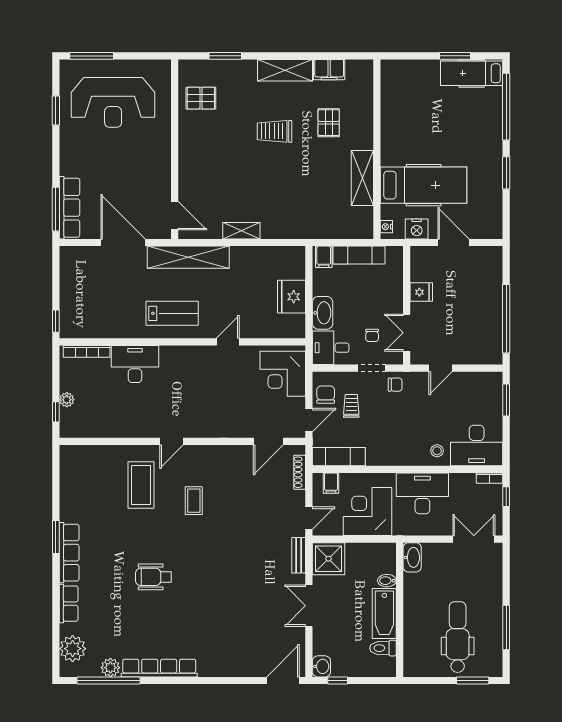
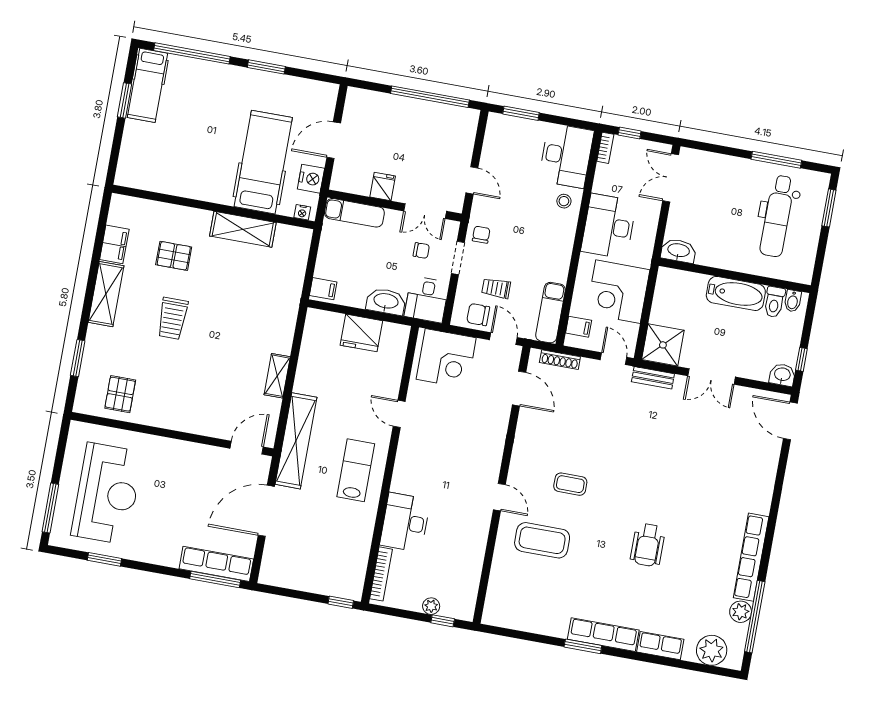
exam couch: (359, 255) -> (354, 213), moved, turned 90
bidet: (387, 581) -> (793, 301), moved
dental chair: (458, 637) -> (777, 216), turned -90

